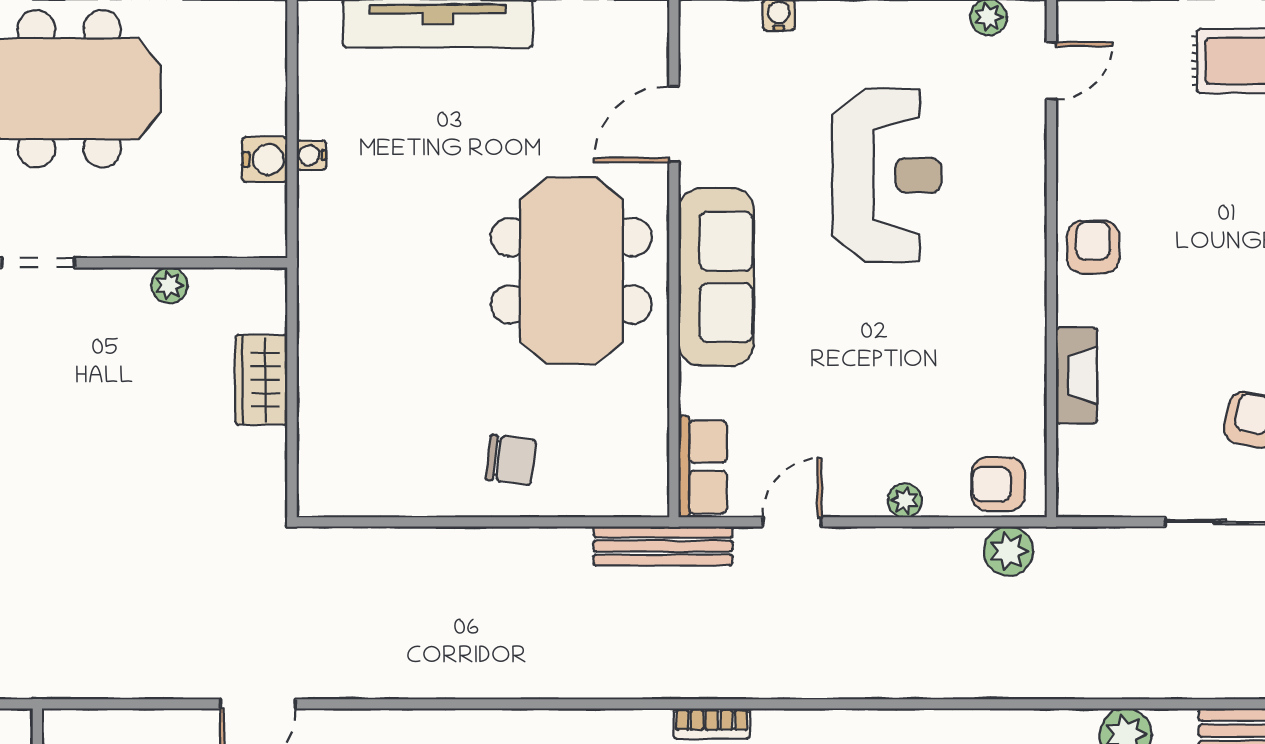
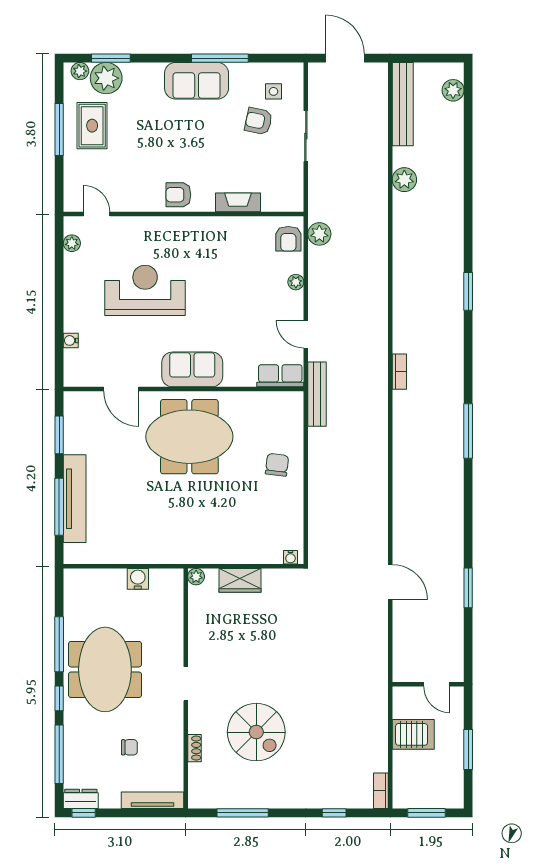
water cooler: (311, 155) -> (290, 557), moved
sofa: (716, 277) -> (192, 369), width x0.73
plant: (170, 285) -> (196, 577), moved

